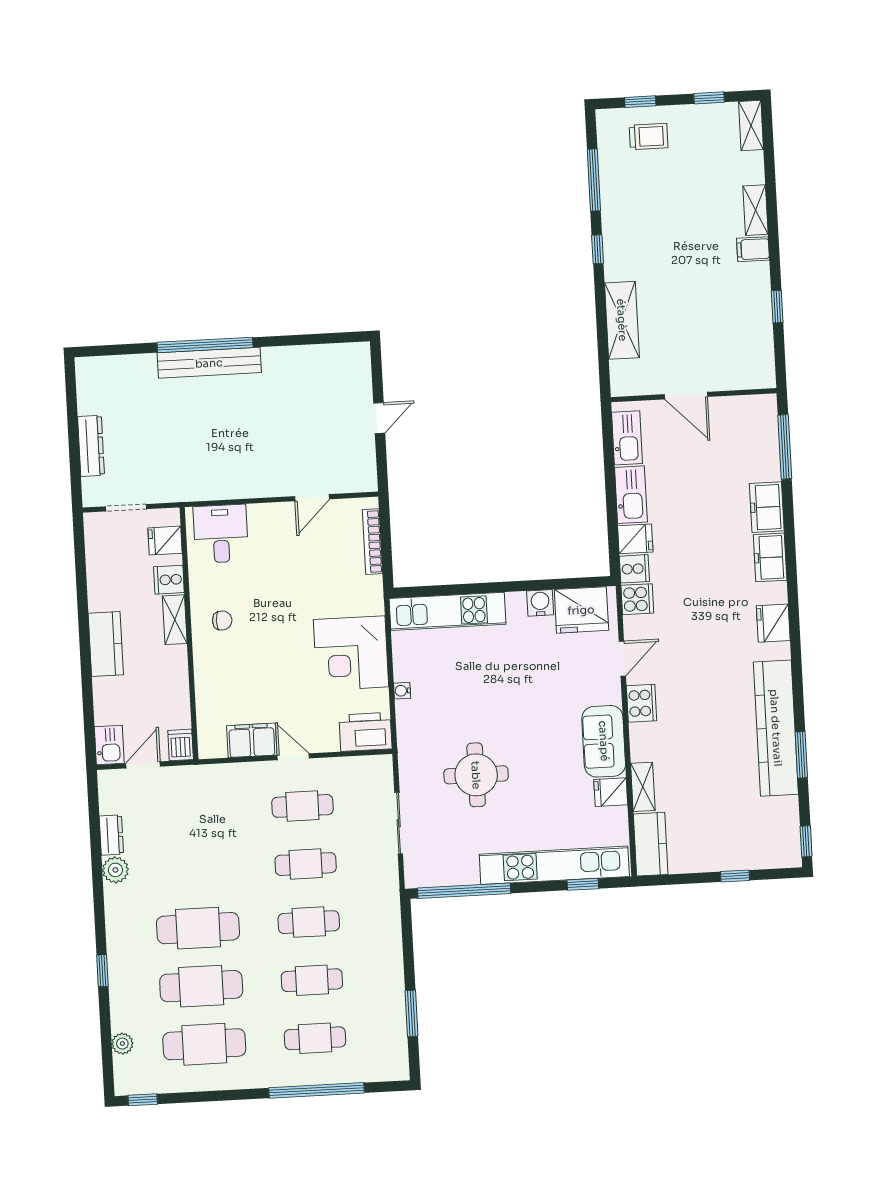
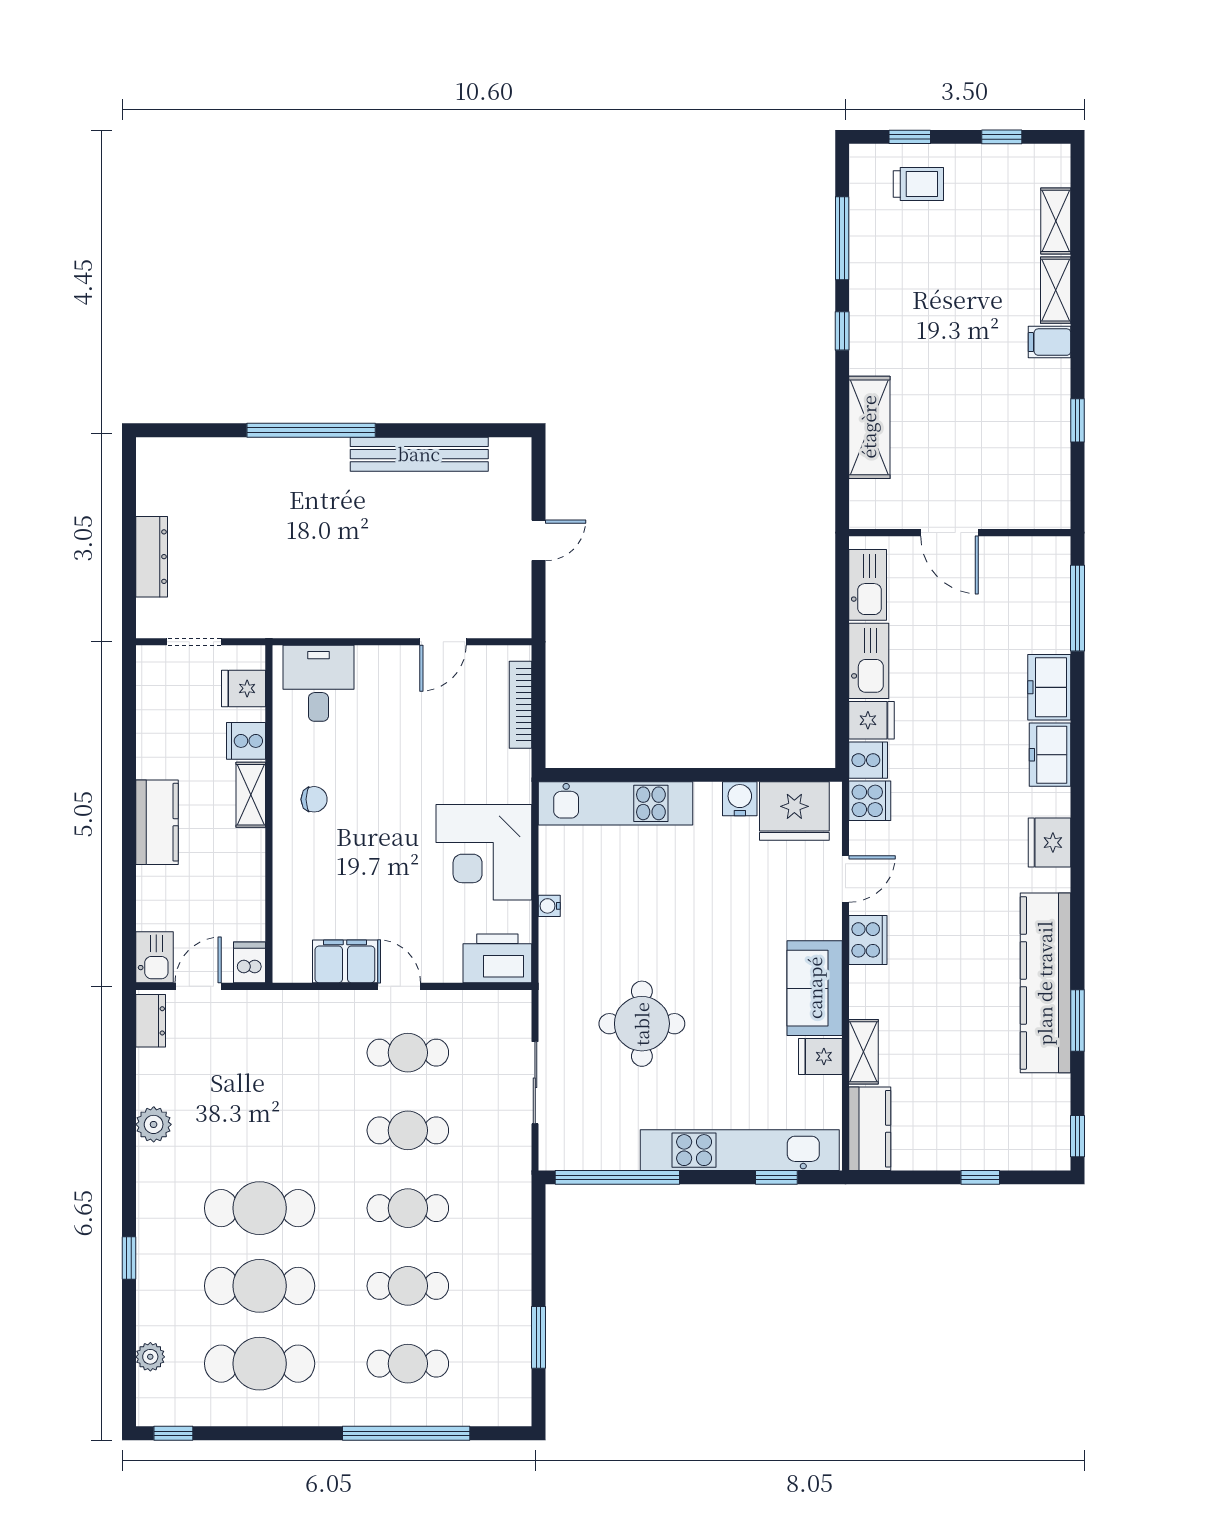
shelving: (751, 126) -> (1056, 221), moved
bench: (209, 363) -> (419, 454), moved
dresser: (111, 835) -> (151, 1021), moved

